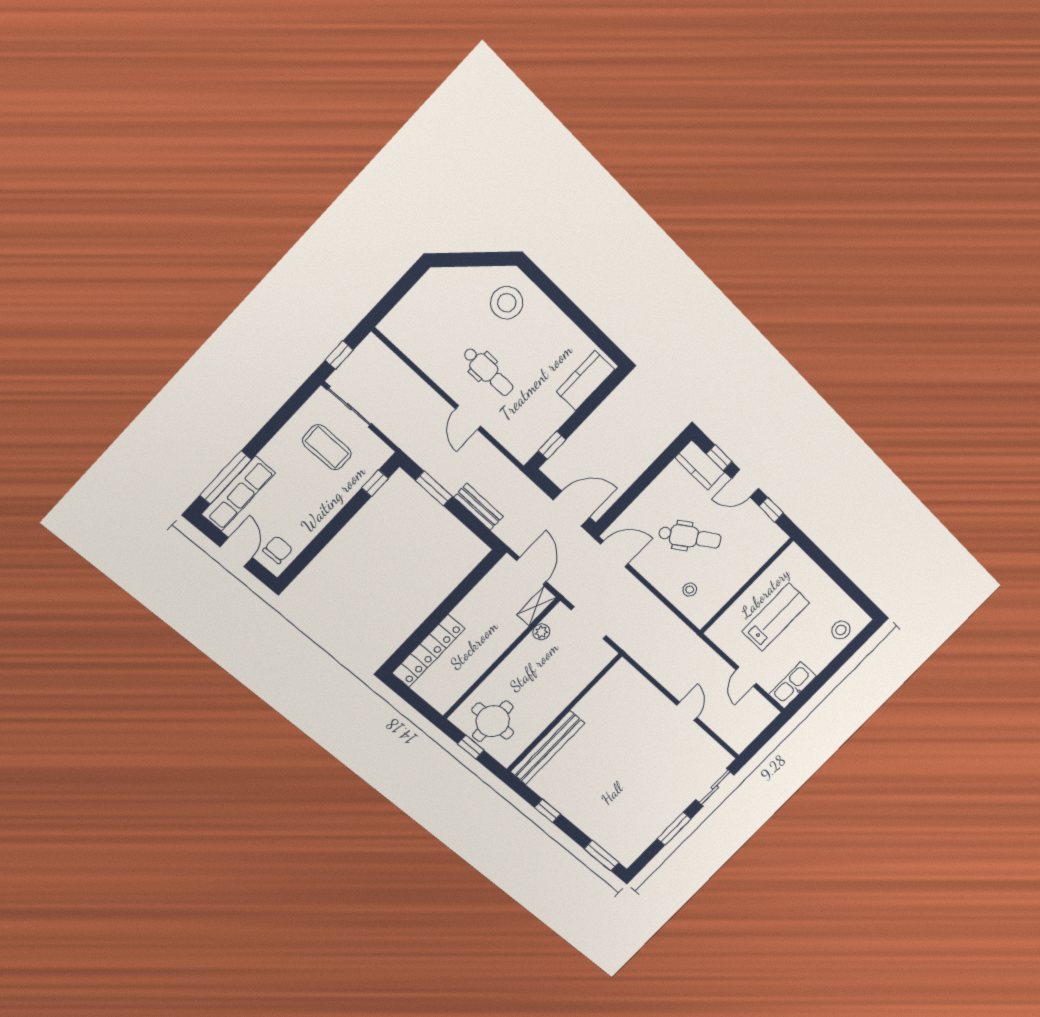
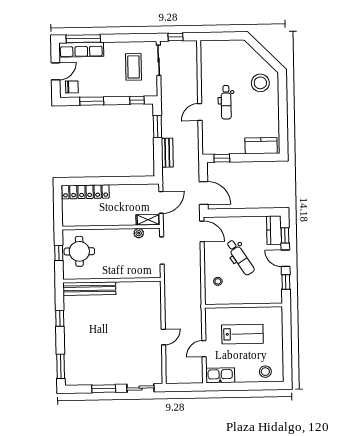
window: (320, 541) -> (92, 101), added

